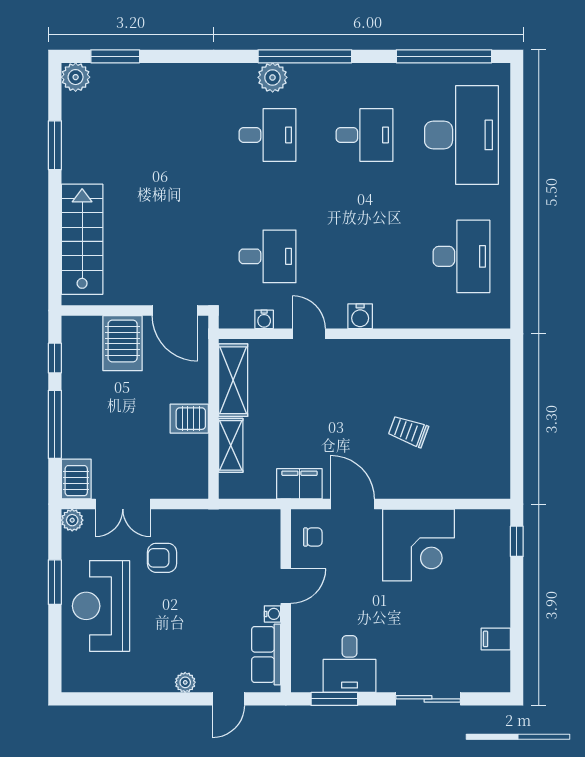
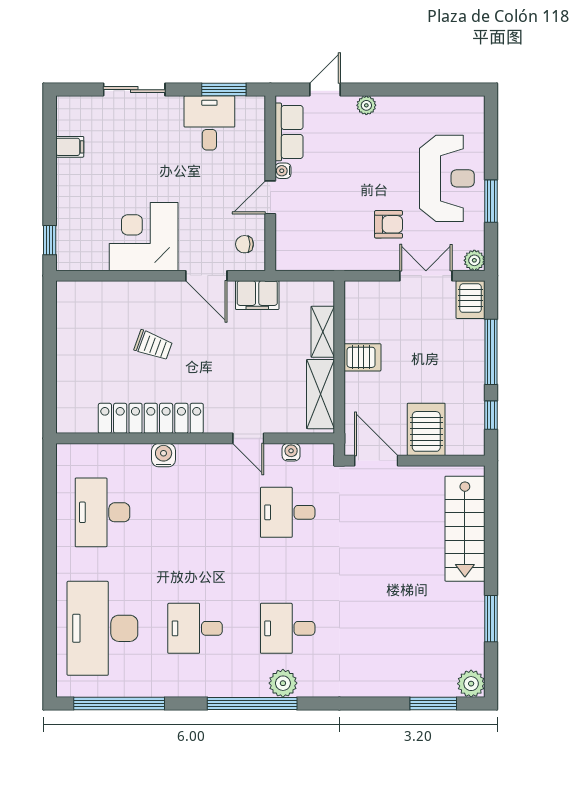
water cooler: (360, 316) -> (164, 455), moved
locker: (411, 355) -> (151, 418), added

